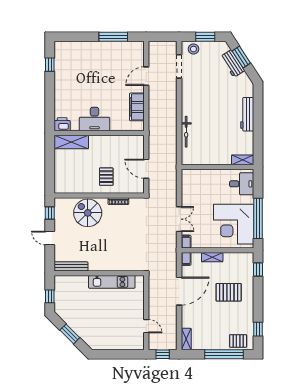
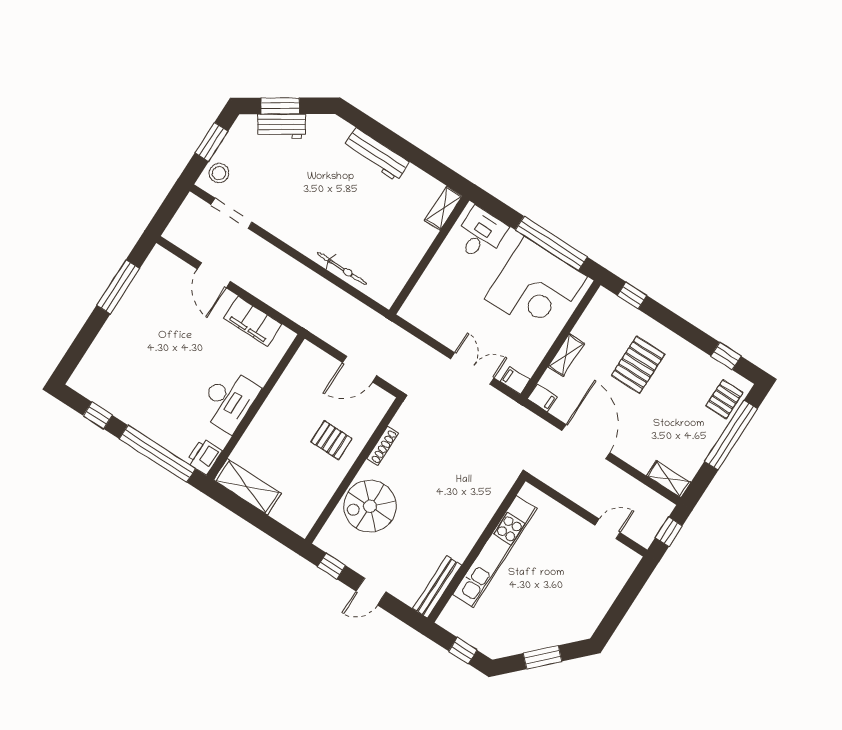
window: (50, 102) -> (157, 454), added
shelving: (71, 142) -> (247, 487), moved, turned 90
kitchen unit: (112, 282) -> (495, 552), width x1.36

